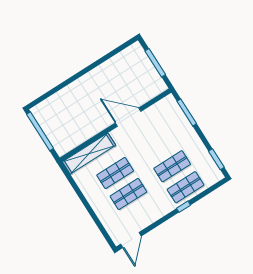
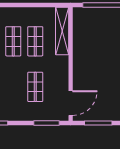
door: (128, 117) -> (71, 103), moved
shop shelf: (172, 166) -> (35, 87), moved

